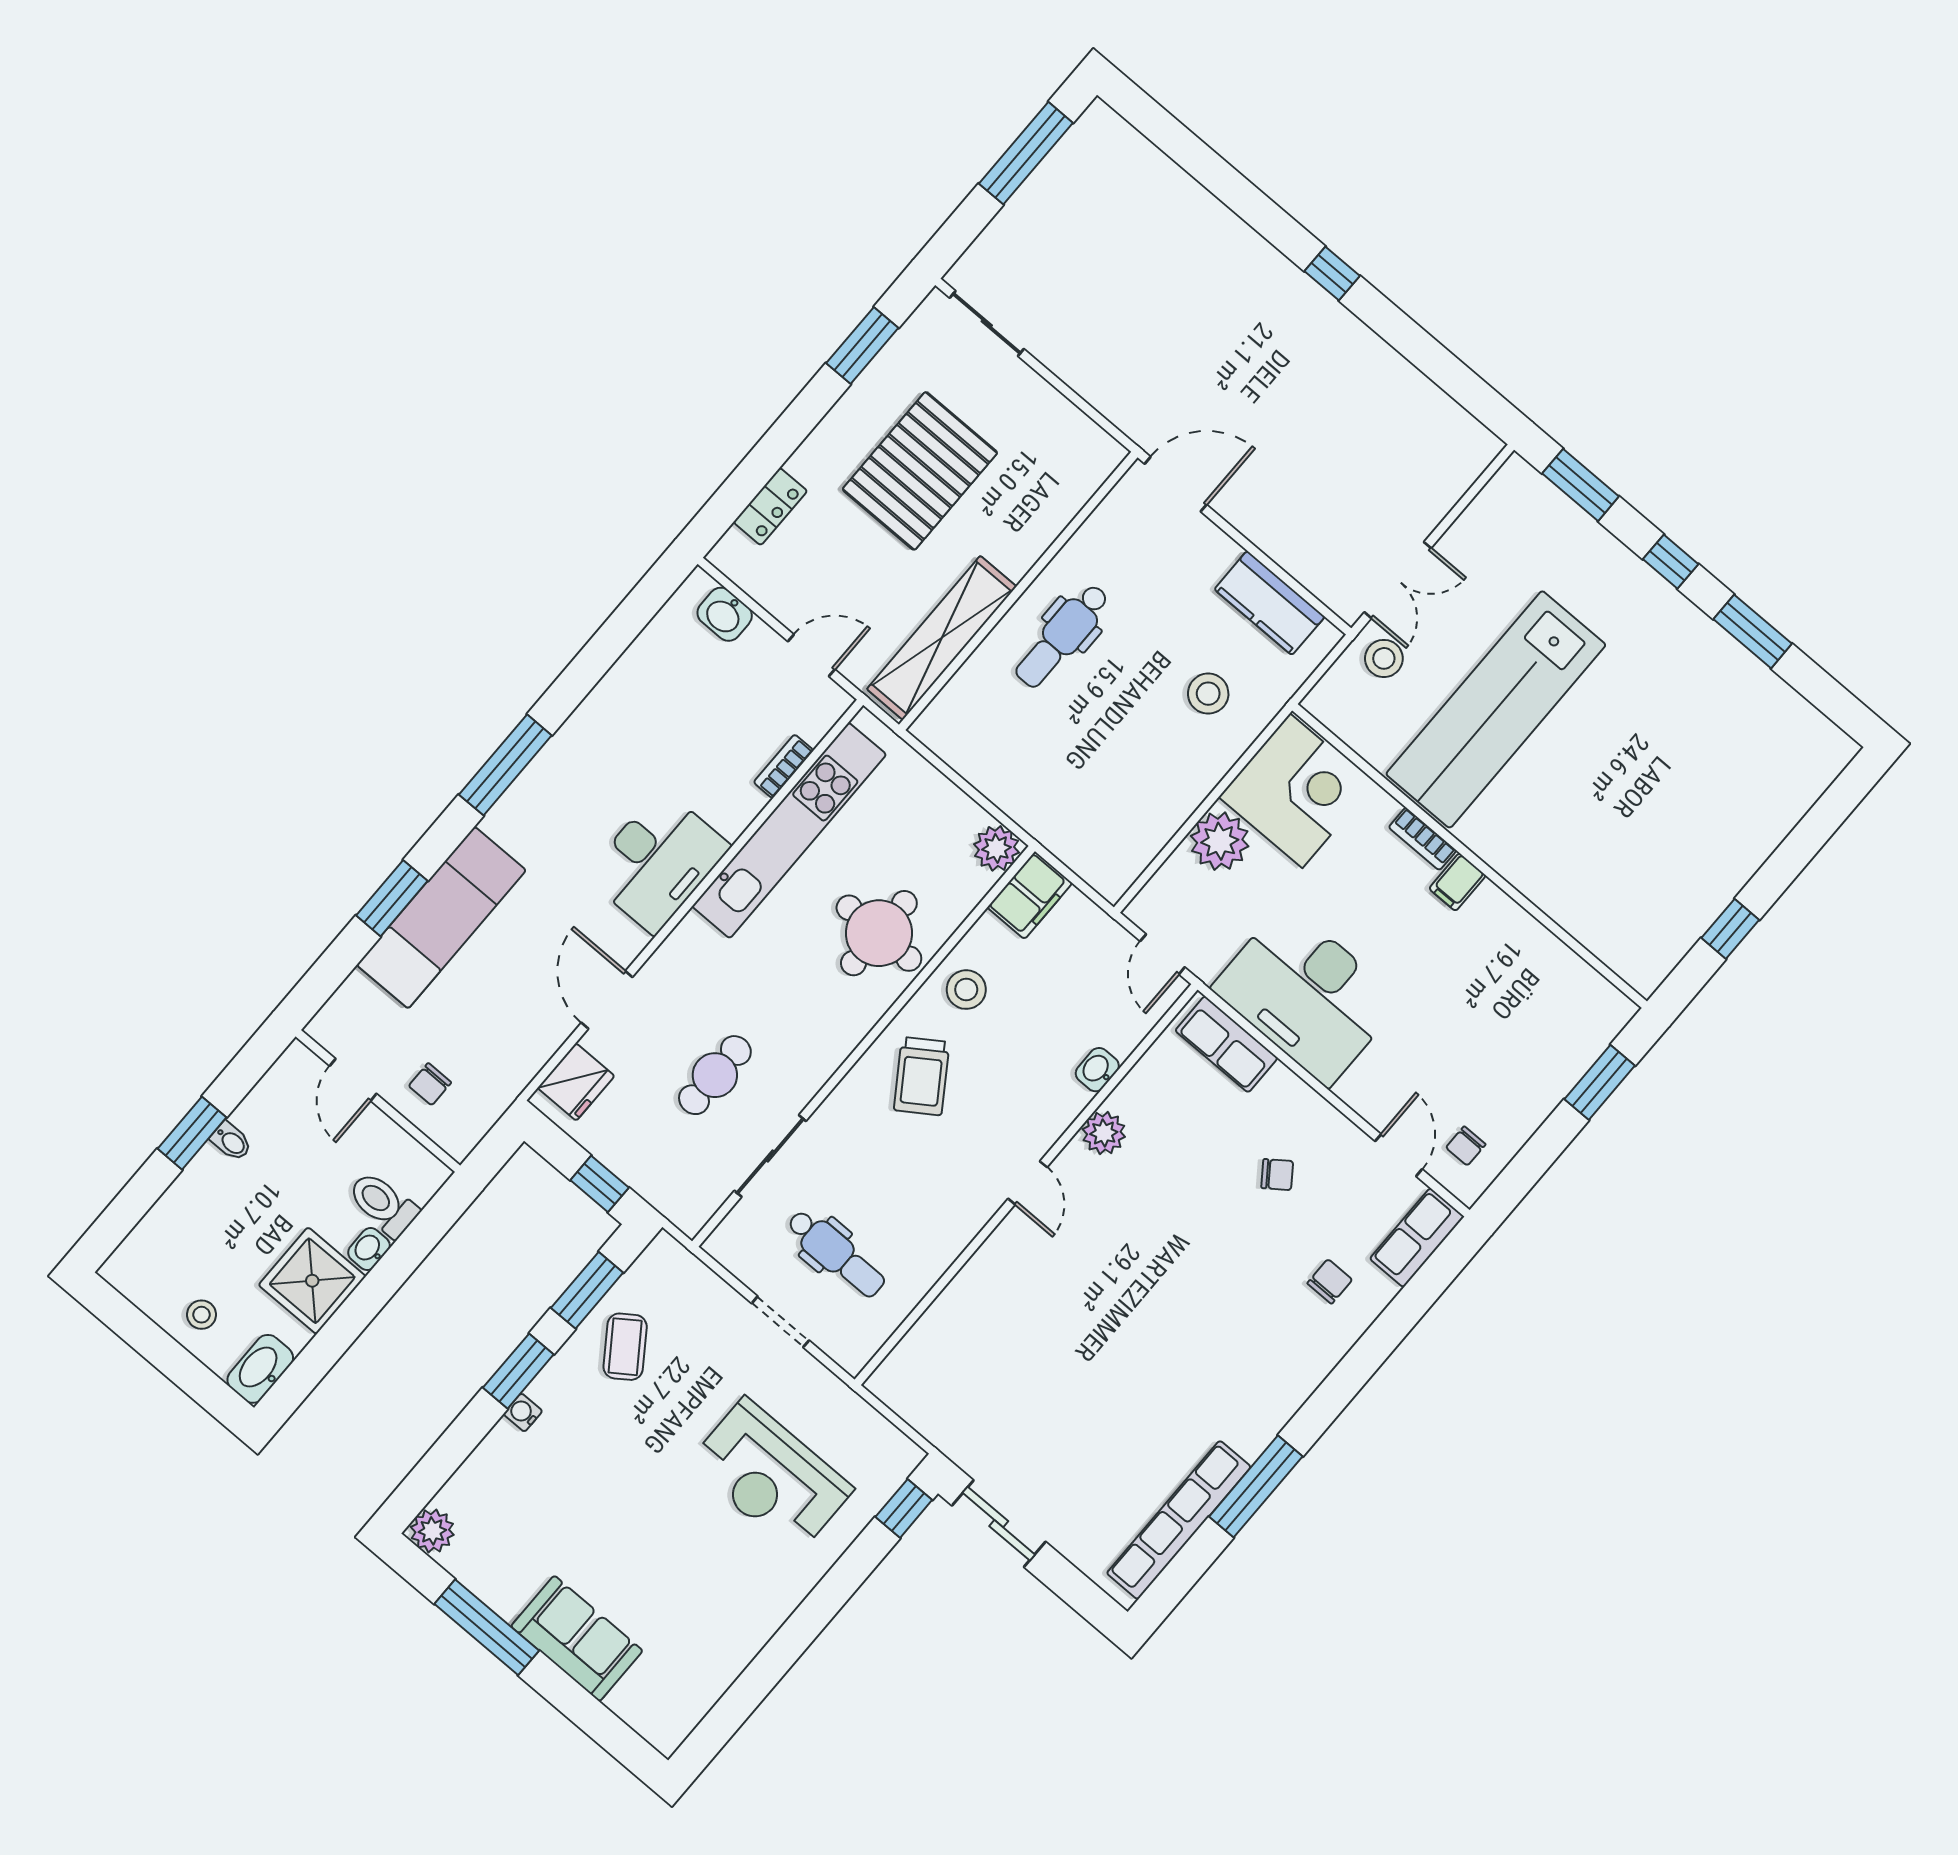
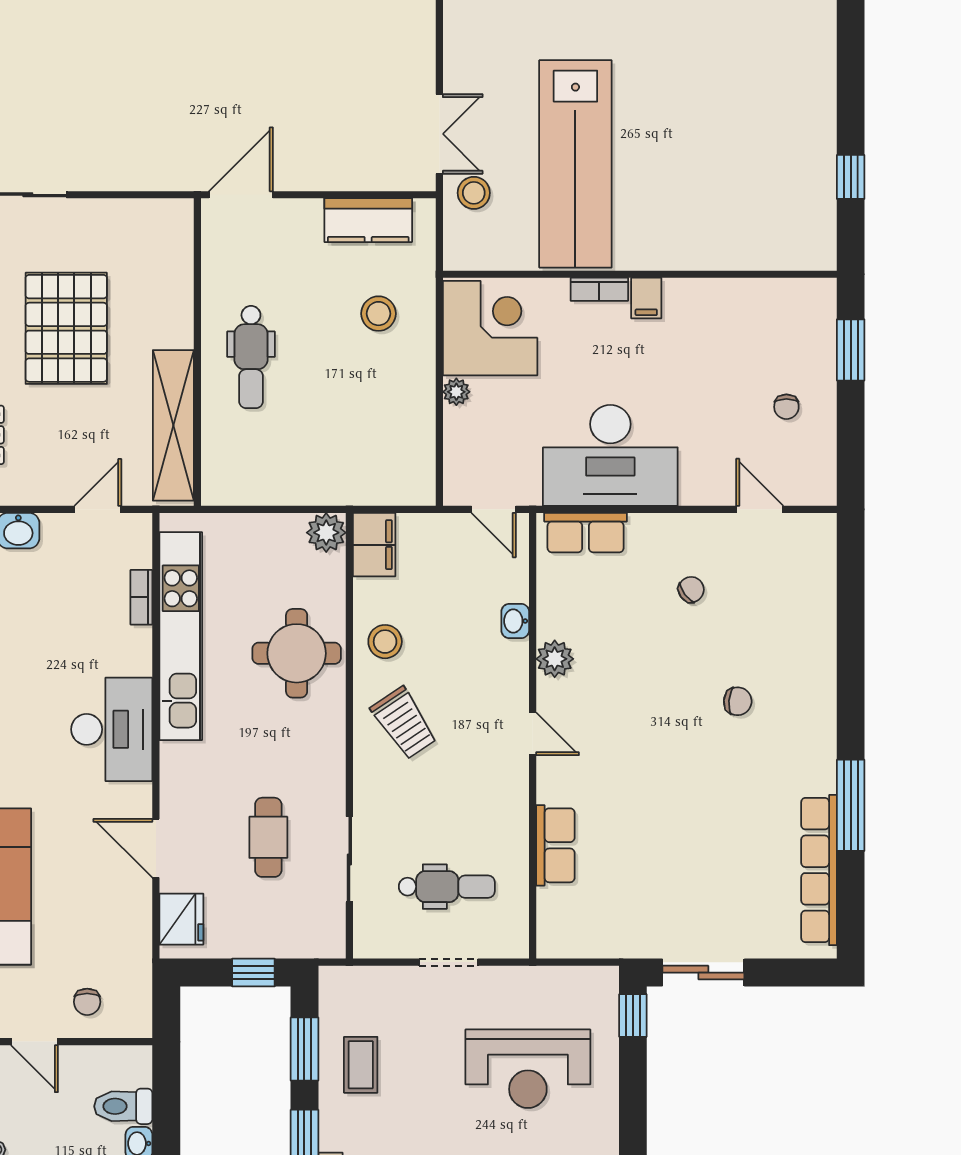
plant: (1220, 841) -> (456, 392), width x0.53, depth x0.53
chair: (1466, 1146) -> (786, 407), moved
row of seats: (1417, 1238) -> (555, 845), moved, turned 180
chair: (1330, 1281) -> (738, 701), moved, turned 95
coffee table: (625, 1347) -> (361, 1065), turned 35

